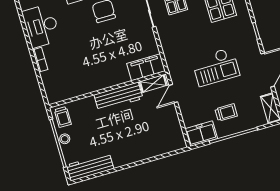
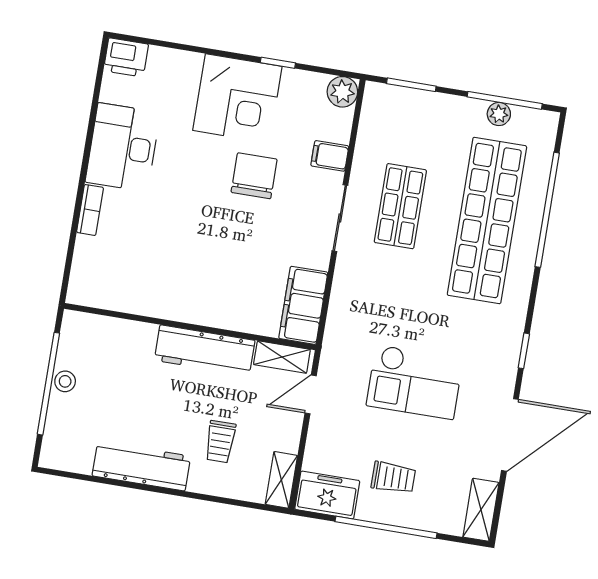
filing cabinet: (146, 67) -> (303, 305), moved, turned -90
trolley: (63, 117) -> (220, 442), moved
shelving: (178, 137) -> (281, 480), added
workbench: (90, 167) -> (141, 466), moved

